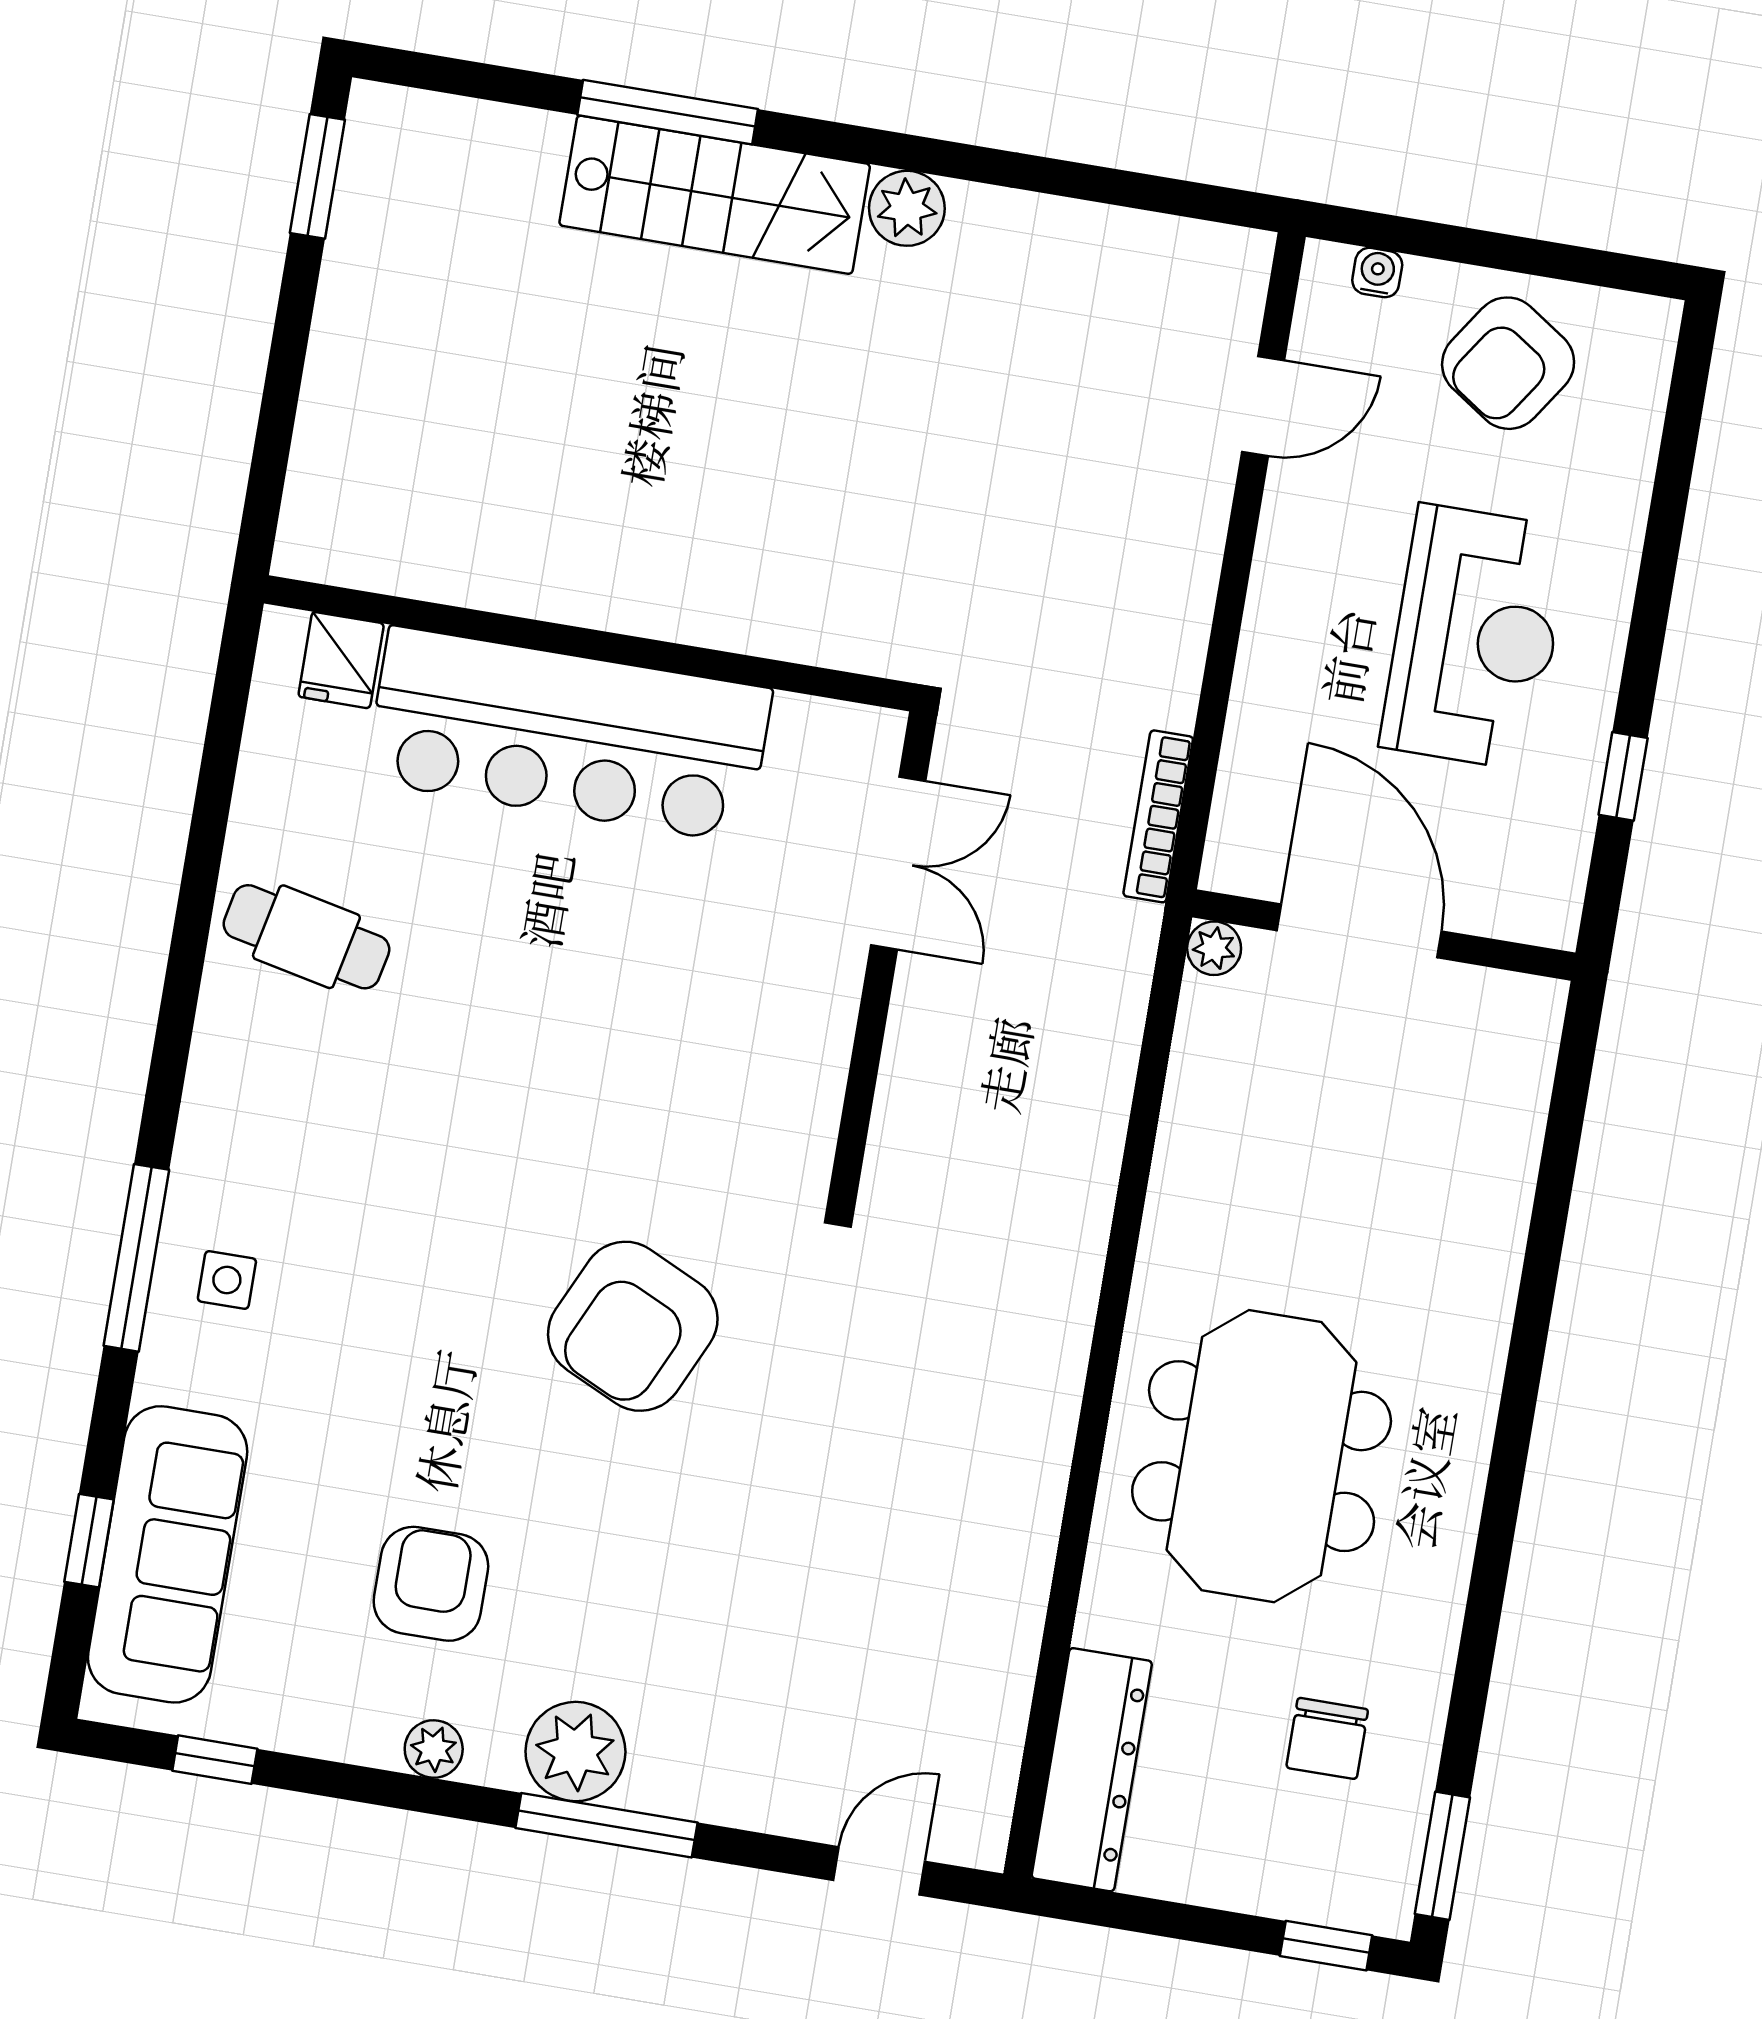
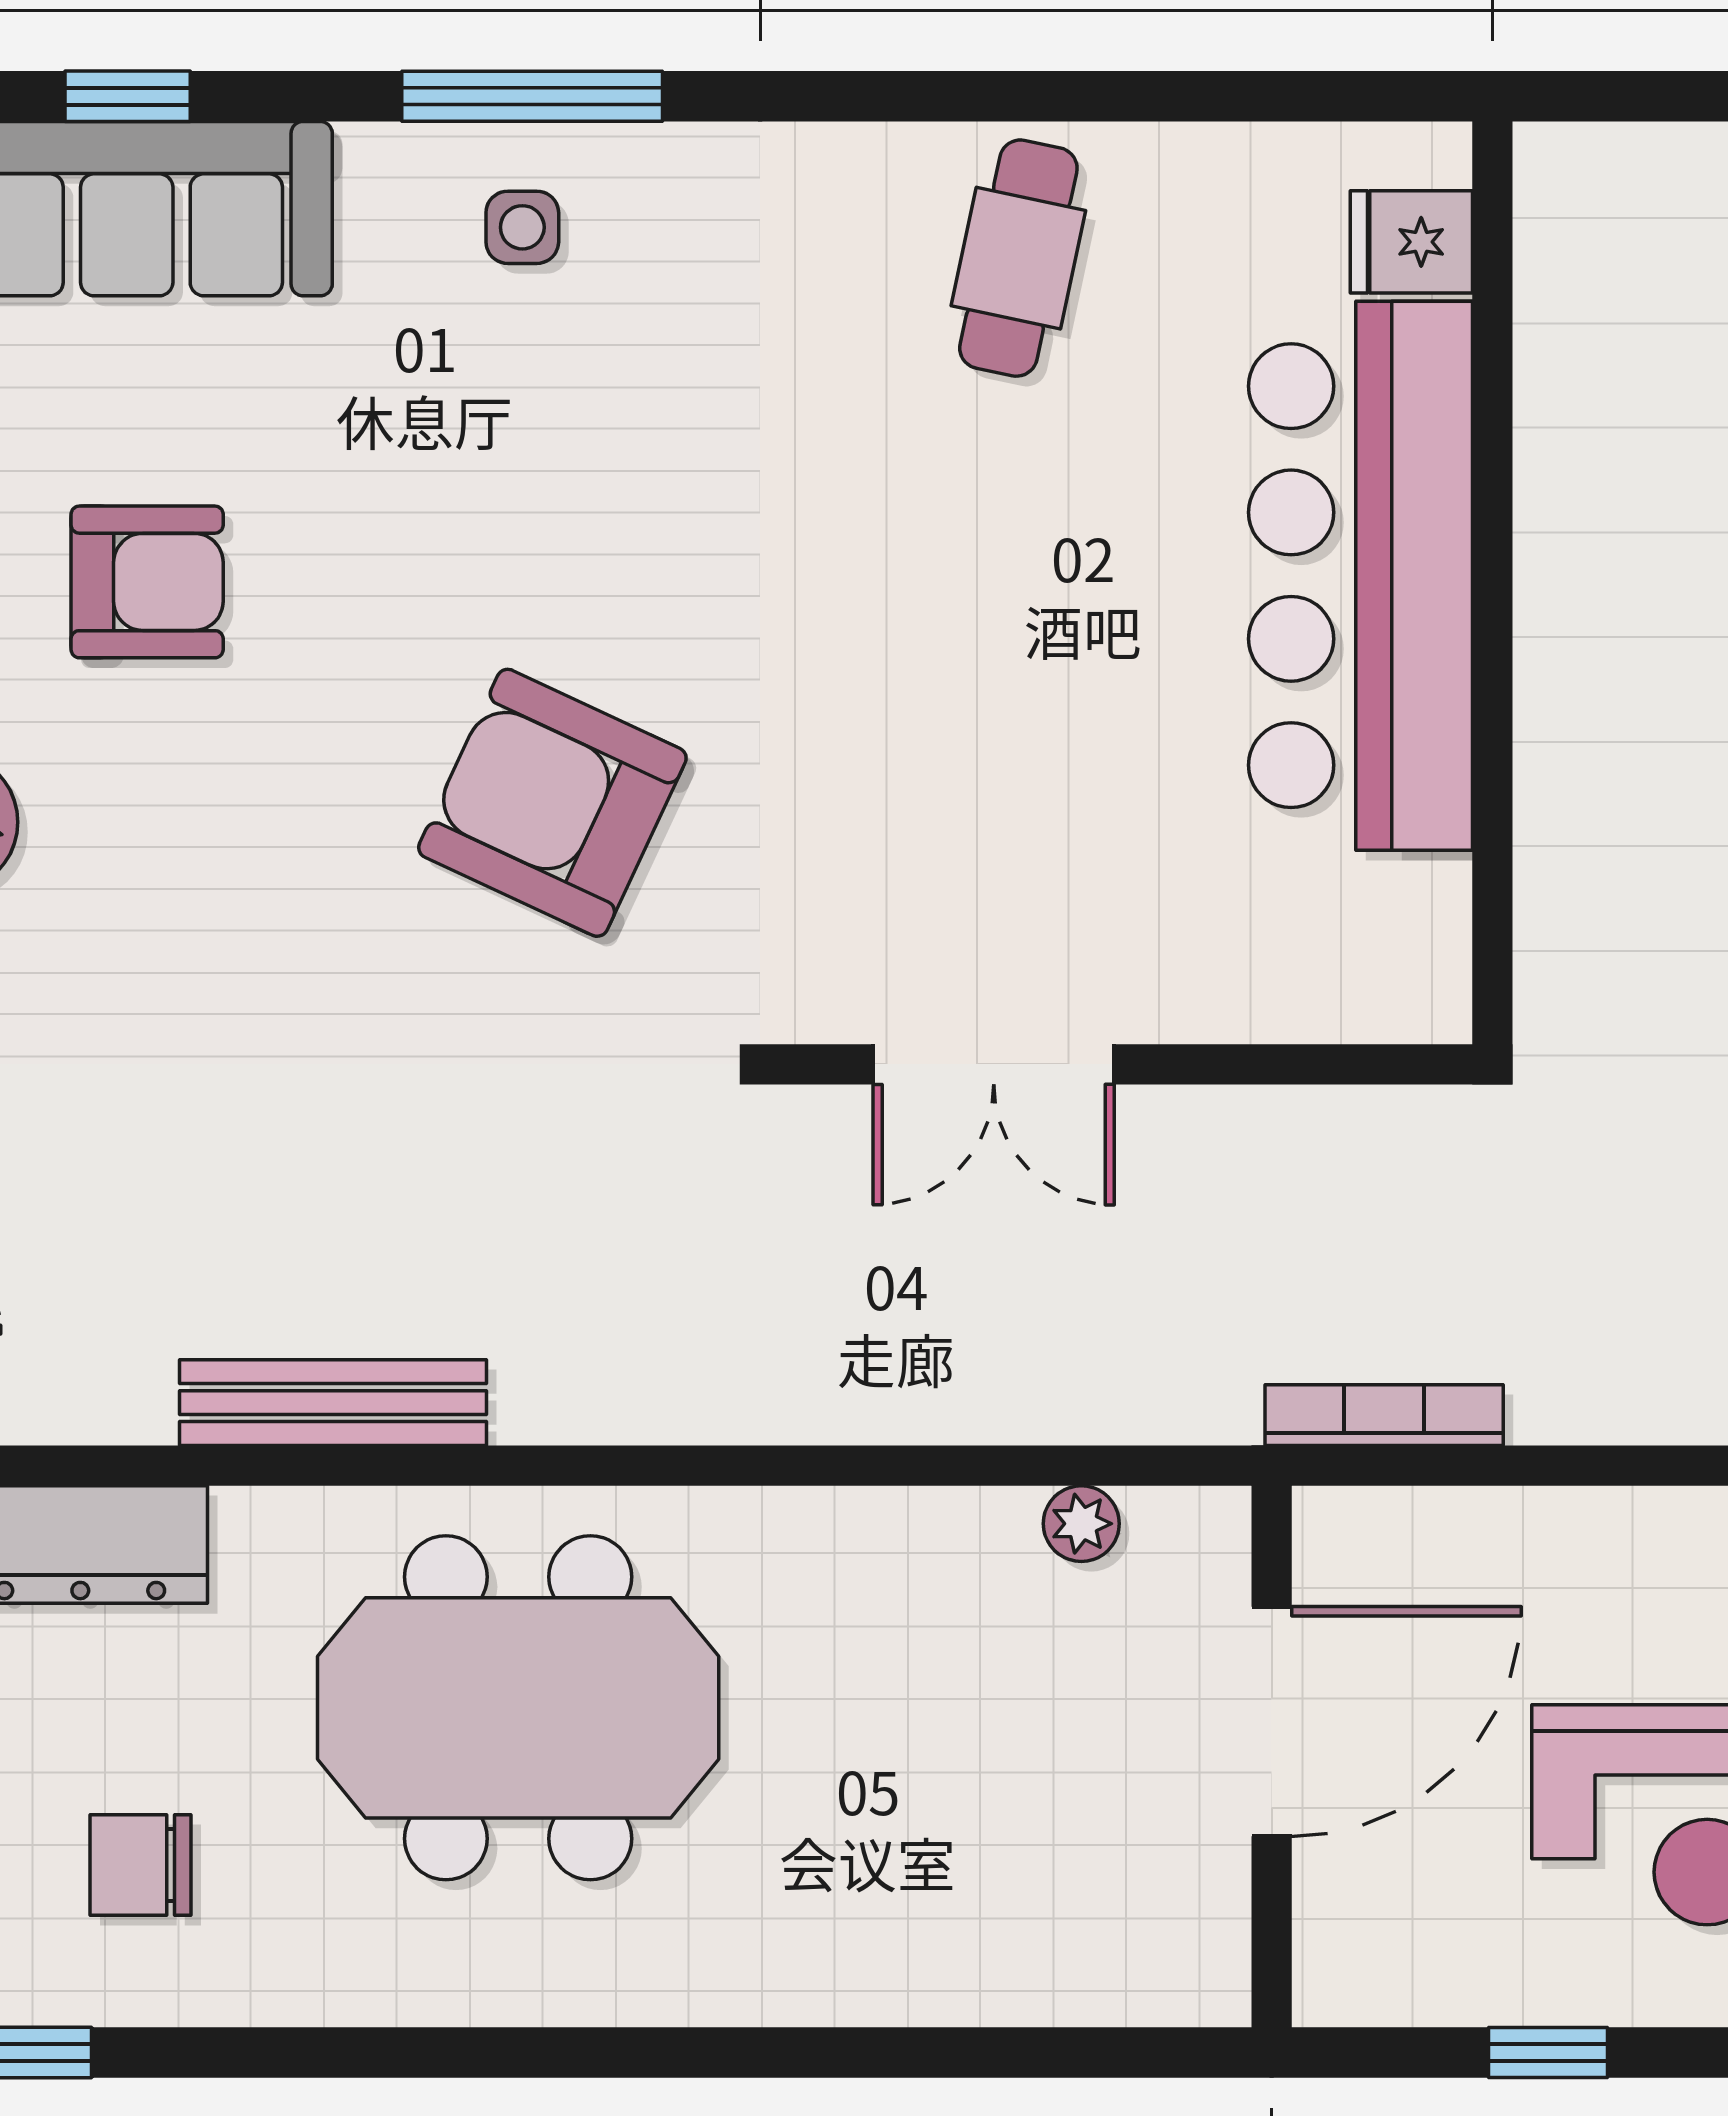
double door: (898, 863) -> (994, 1064), moved
plant: (1214, 948) -> (1081, 1524), moved
bench: (1026, 1550) -> (333, 1403), added

